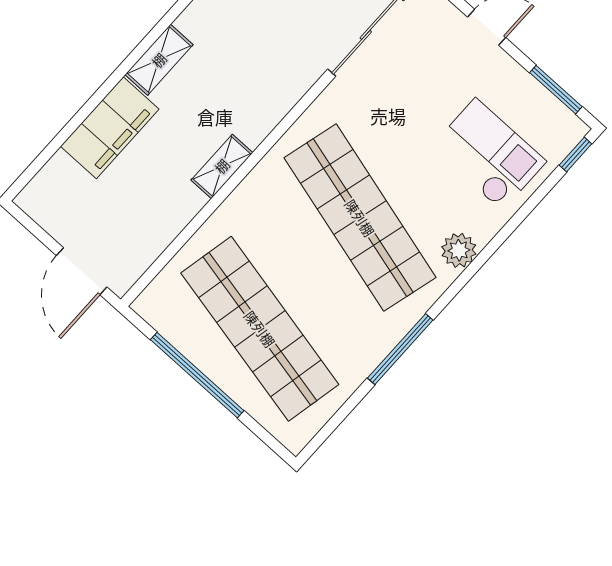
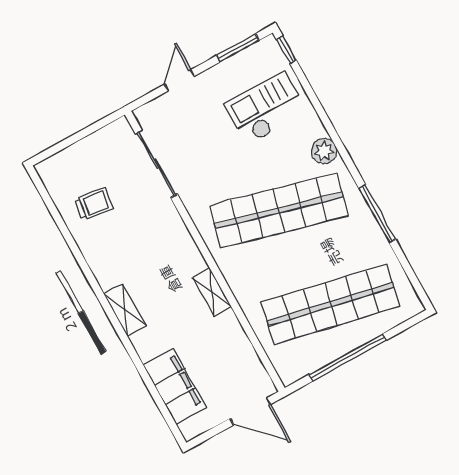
filing cabinet: (110, 128) -> (175, 386), moved

